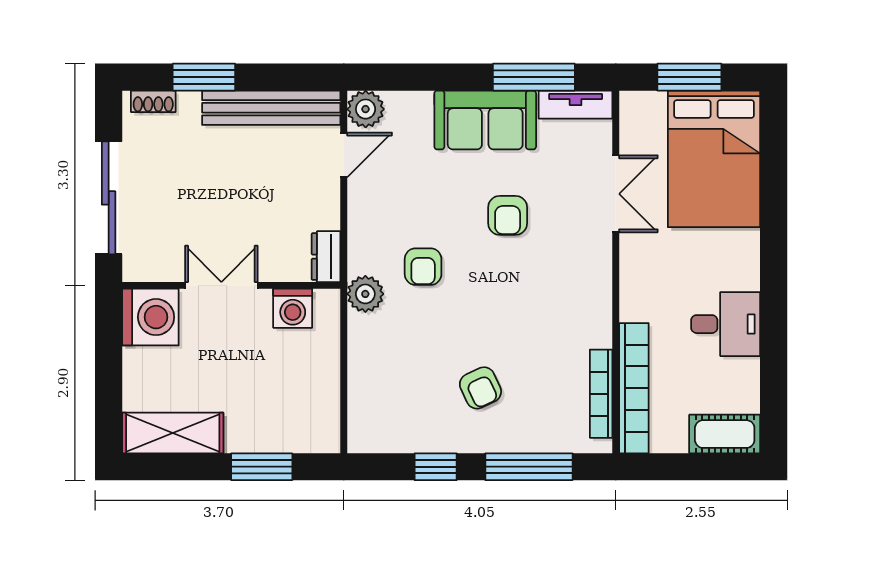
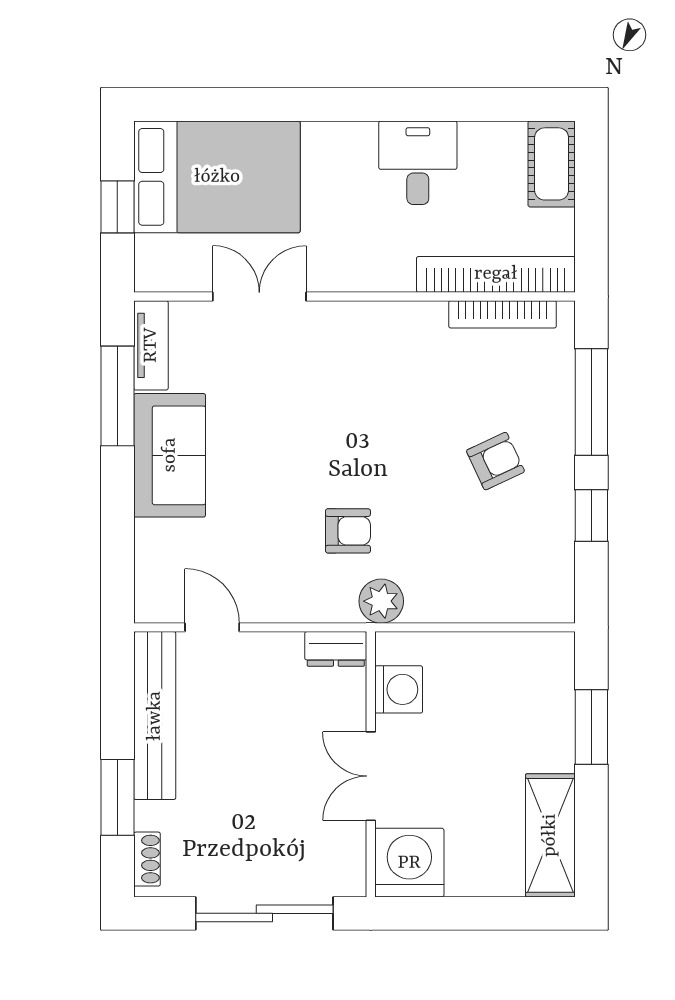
window: (689, 77) -> (117, 207), width x0.67
plant: (366, 109) -> (156, 601), removed
armchair: (508, 215) -> (286, 428), removed

